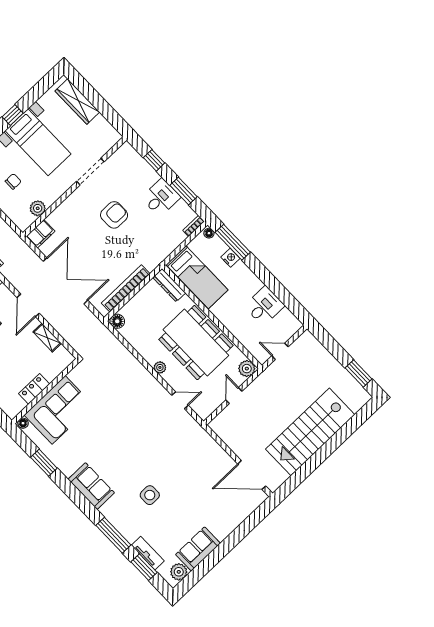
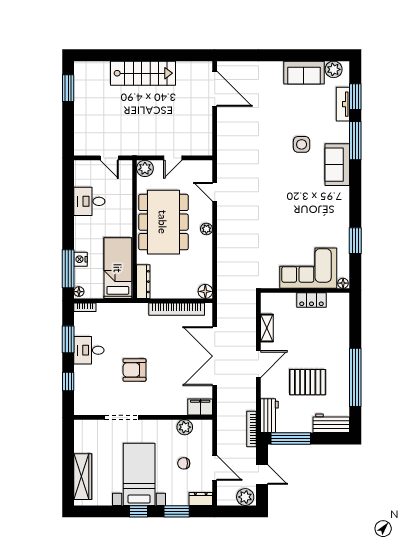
stairs: (310, 432) -> (143, 73), width x0.73, depth x0.66
sofa: (91, 486) -> (337, 165), moved

